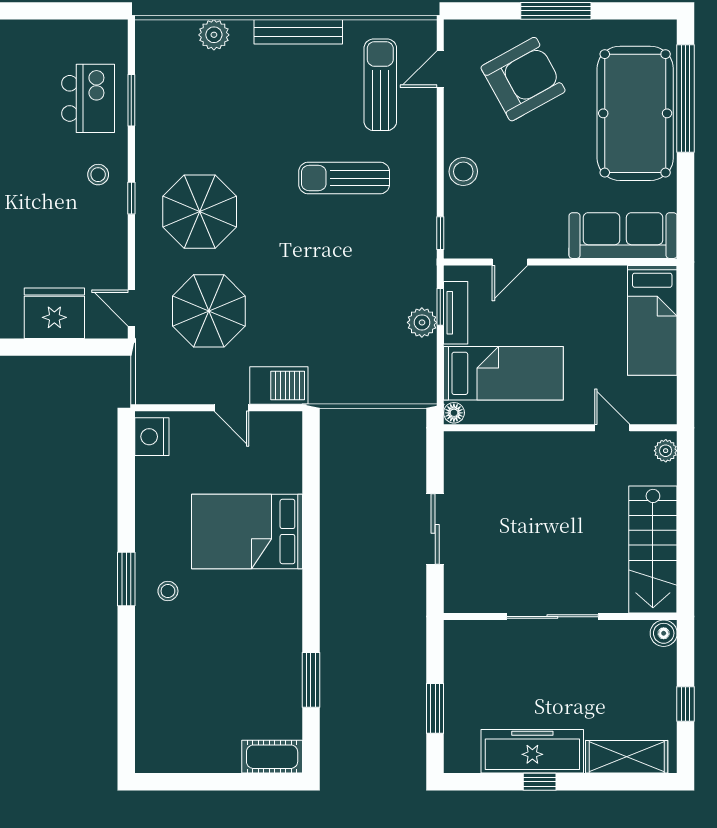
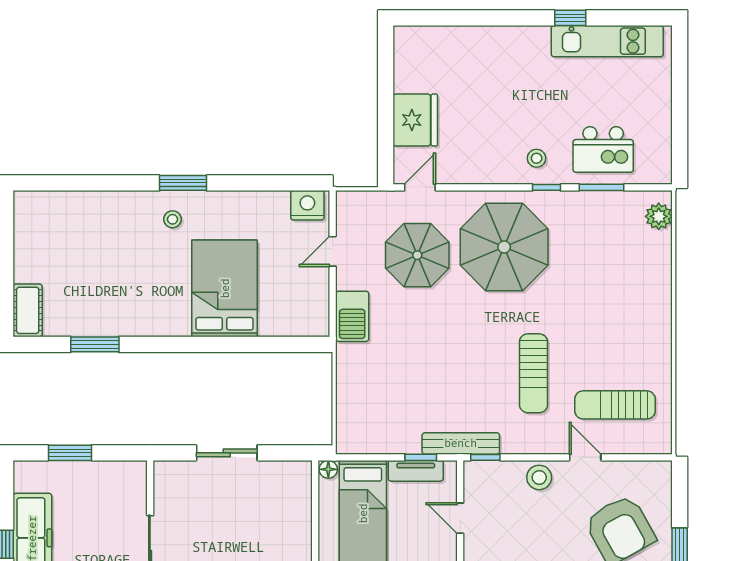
bench: (298, 32) -> (461, 443), moved, turned 90
plant: (214, 35) -> (659, 216), moved
door: (440, 69) -> (585, 457), moved
sun lounger: (380, 85) -> (615, 405), turned 180
sun lounger: (344, 178) -> (534, 373), turned 180
window: (131, 198) -> (546, 187), moved
parasol: (200, 212) -> (504, 247), width x1.36, depth x1.36
plant: (422, 322) -> (407, 441), removed
door: (232, 408) -> (333, 251), moved

